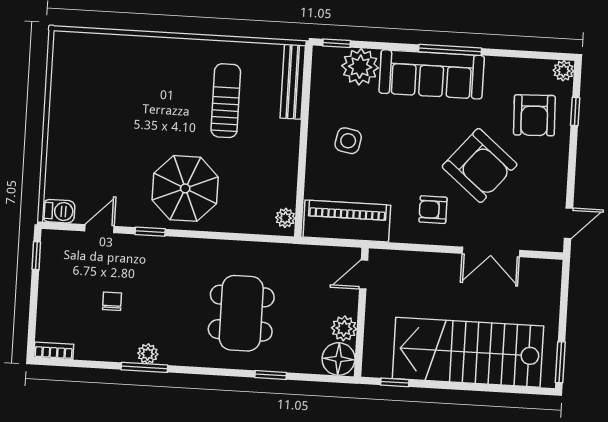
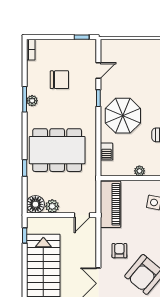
barbecue: (59, 211) -> (106, 152), moved
plant: (285, 218) -> (139, 171), moved
door: (99, 229) -> (98, 71), hinge flipped
door: (364, 275) -> (82, 215), swing flipped
chair: (112, 301) -> (59, 80), width x1.87, depth x1.87
dining table: (241, 313) -> (57, 150), width x1.36, depth x1.24

